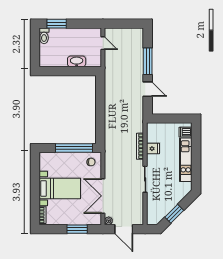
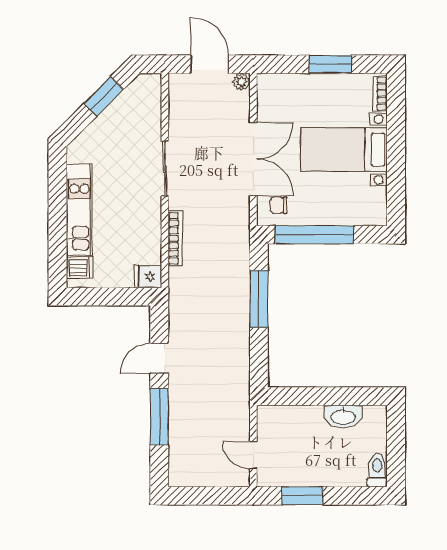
window: (57, 24) -> (302, 496), moved
washbasin: (77, 61) -> (343, 417), moved
door: (148, 89) -> (159, 358), hinge flipped
window: (100, 117) -> (259, 299), added
fridge: (153, 149) -> (148, 277), moved
double door: (103, 196) -> (253, 159), moved
window: (77, 229) -> (330, 64), moved

